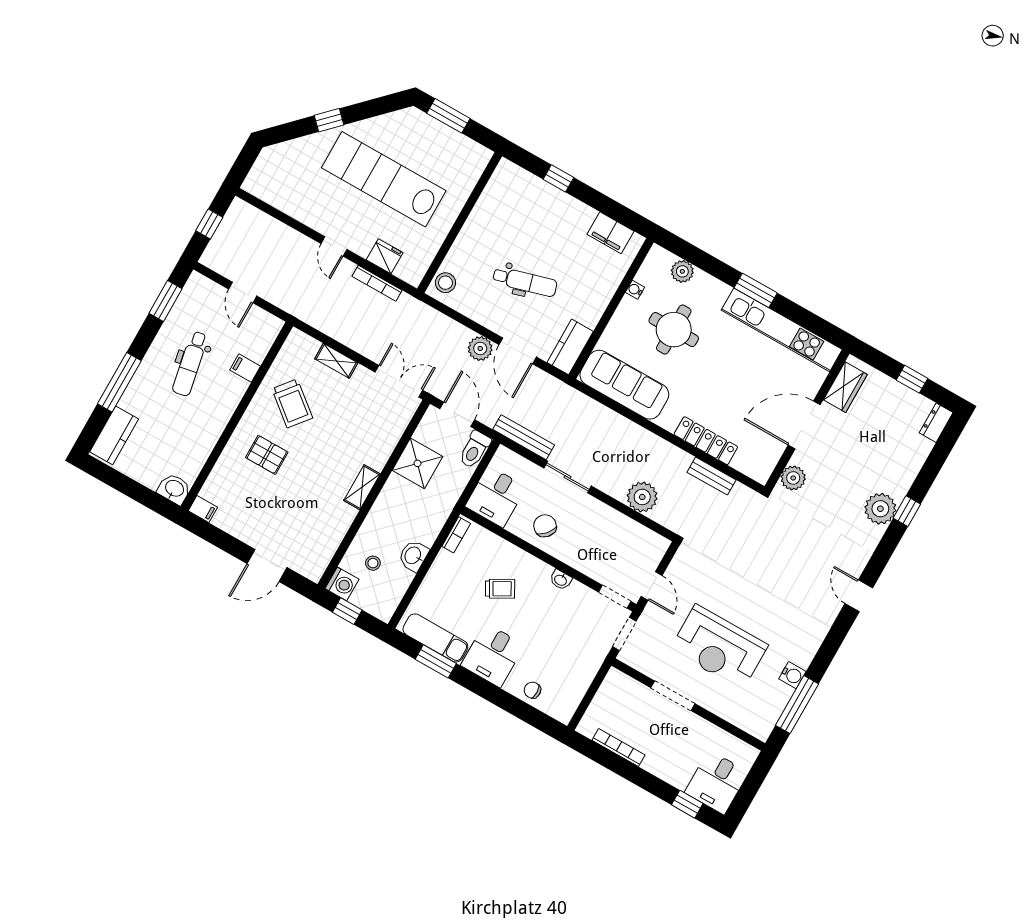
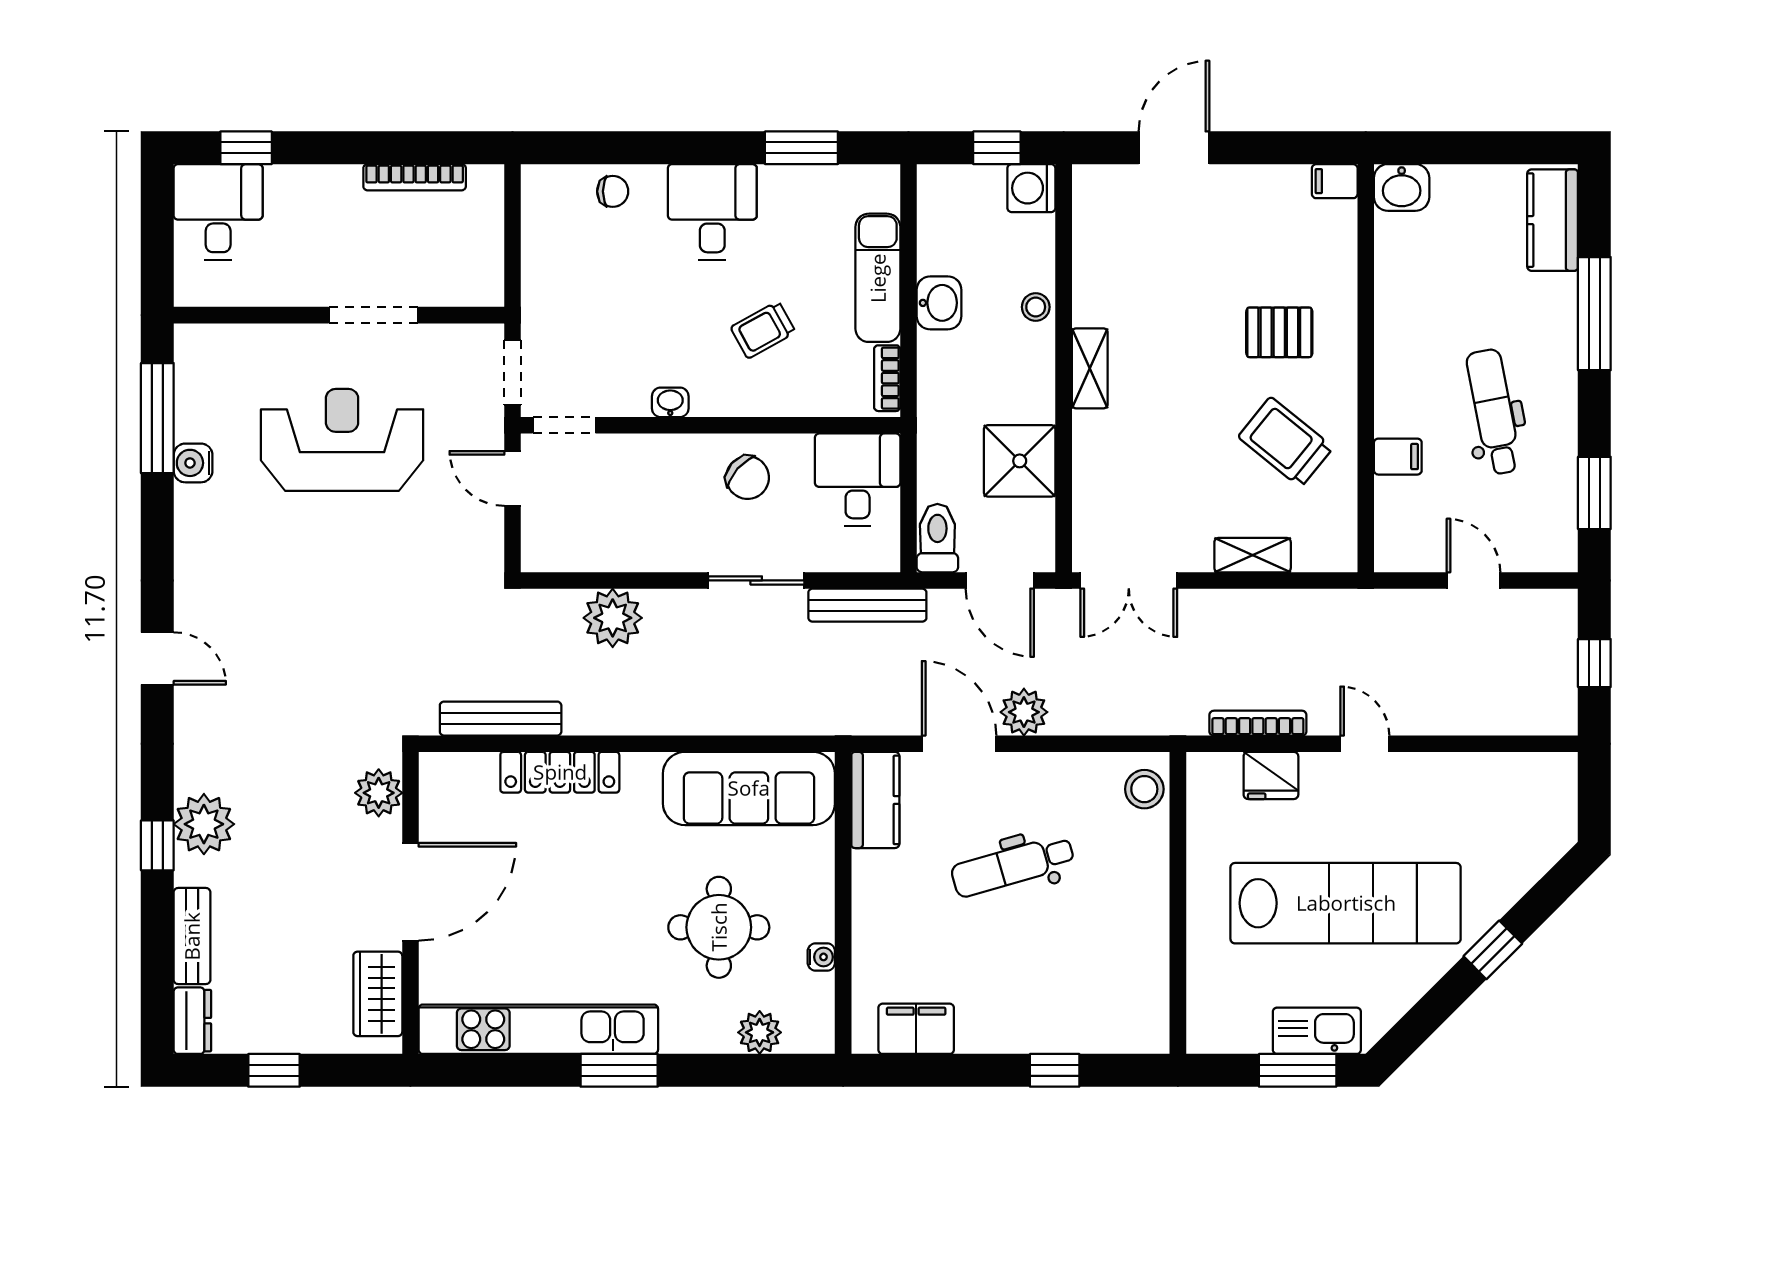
kitchen sink: (430, 129) -> (1317, 1031), added
bench: (915, 461) -> (192, 936), added
bench: (712, 476) -> (501, 719), width x1.36
stool: (373, 563) -> (1036, 307), moved
exam couch: (435, 638) -> (878, 278), moved, turned 90

